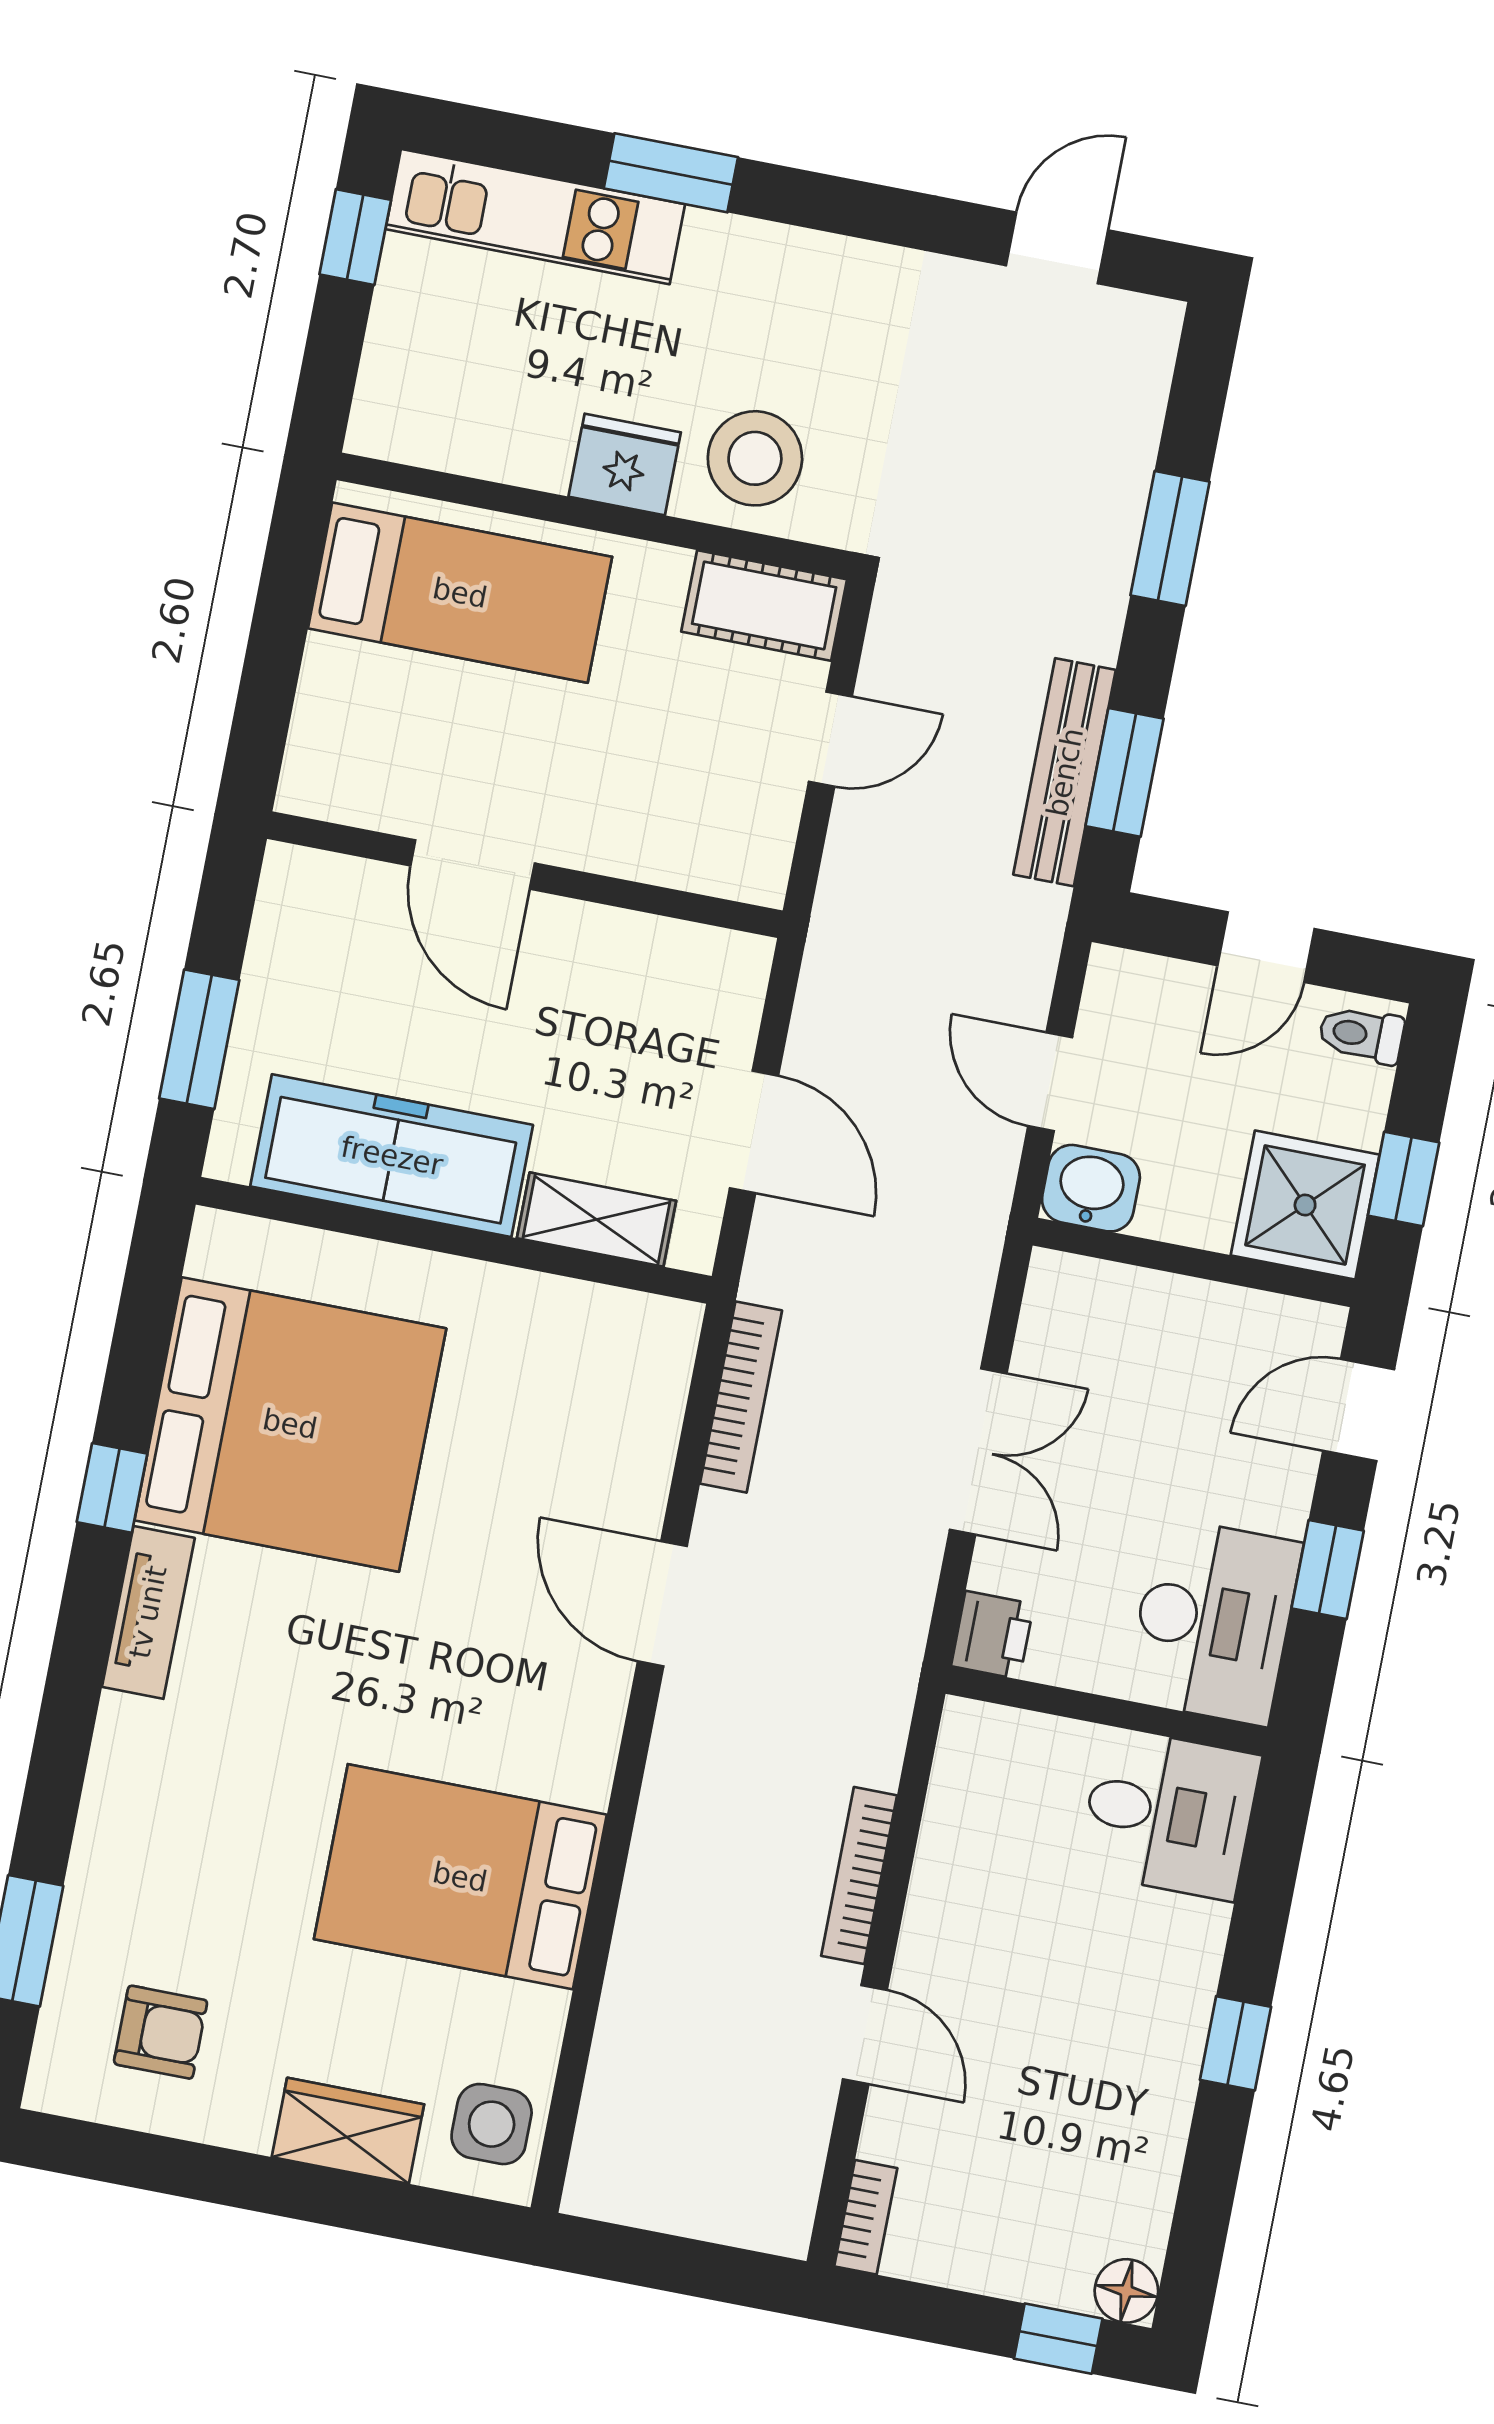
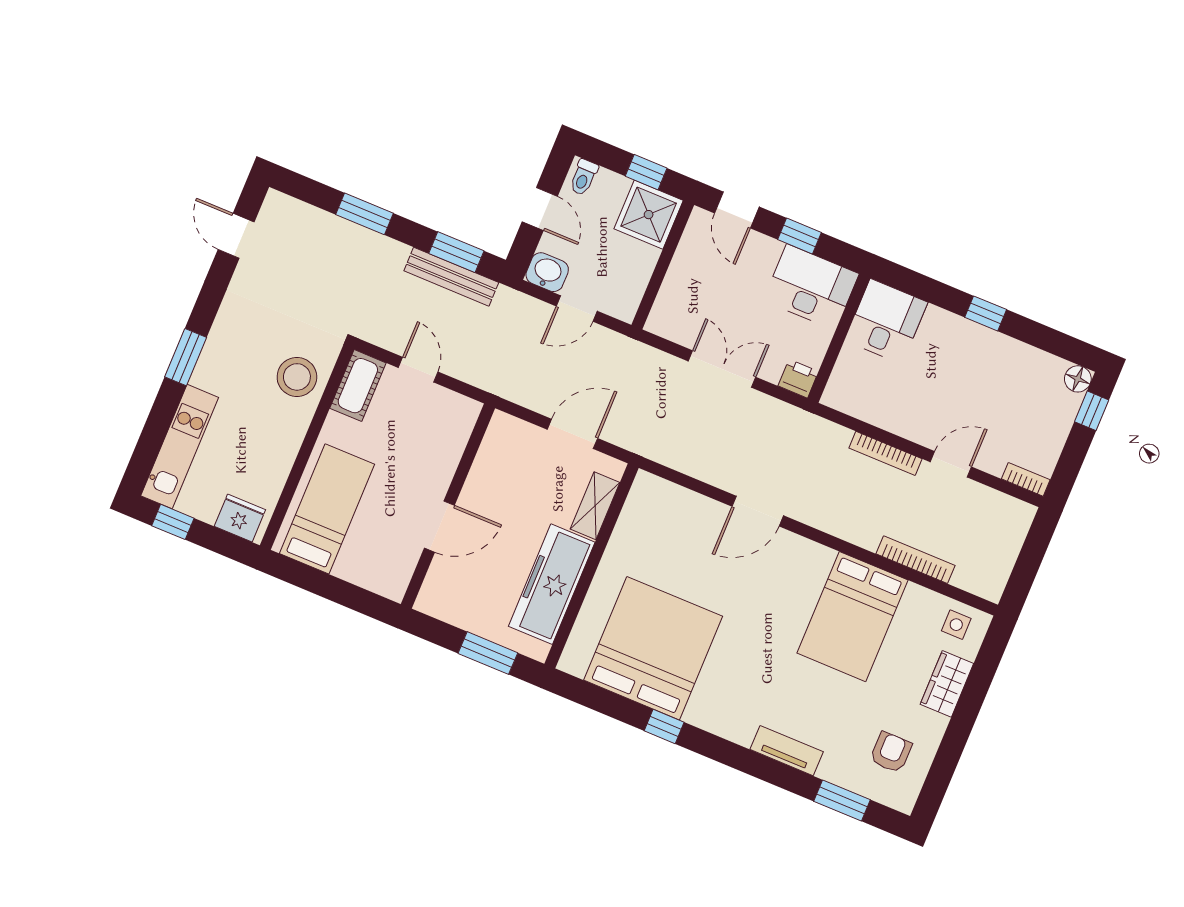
window: (671, 173) -> (186, 357), moved
fridge: (625, 464) -> (240, 518), moved, turned 90
washbasin: (1091, 1188) -> (547, 272), moved, turned 90
bookcase: (741, 1397) -> (916, 560), moved
tv unit: (148, 1612) -> (787, 751), moved
side table: (492, 2124) -> (956, 625), width x0.73, depth x0.73

